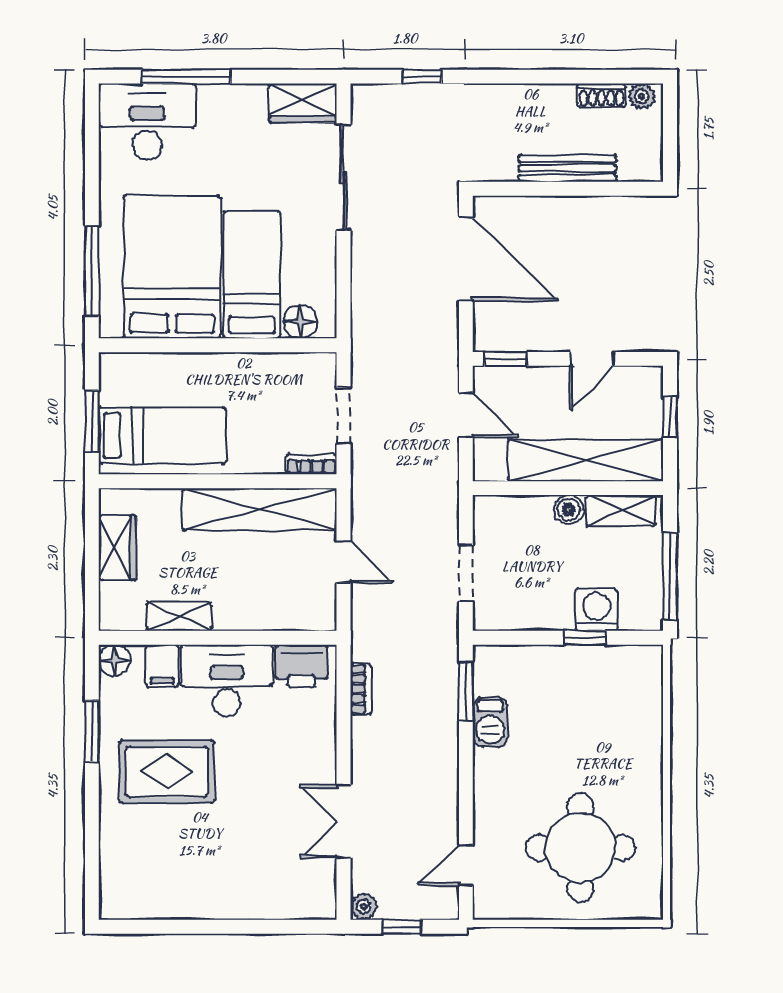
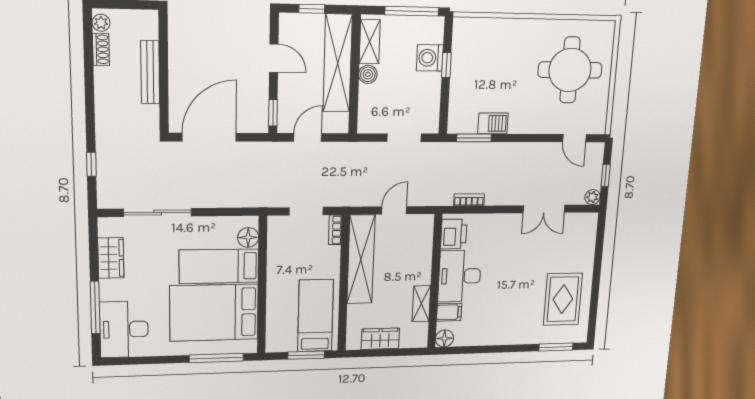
wardrobe: (303, 103) -> (111, 258), moved
window: (92, 731) -> (556, 347), moved
rug: (167, 772) -> (563, 299), moved

